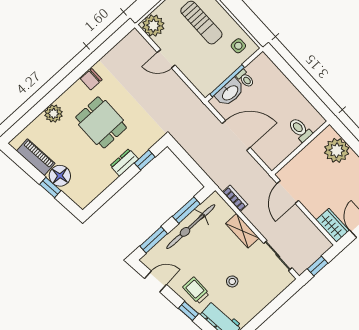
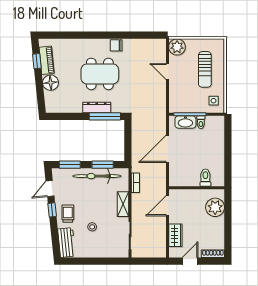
plant: (54, 114) -> (78, 45), removed
dining table: (101, 122) -> (100, 74), width x1.38
door: (236, 135) -> (167, 149), swing flipped
window: (145, 160) -> (105, 116), width x2.17
dresser: (124, 162) -> (97, 107), width x1.44
window: (50, 188) -> (37, 61), moved
wardrobe: (333, 225) -> (175, 235), moved
window: (318, 266) -> (147, 261), removed
door: (156, 282) -> (50, 189), swing flipped
window: (189, 311) -> (52, 210), moved

